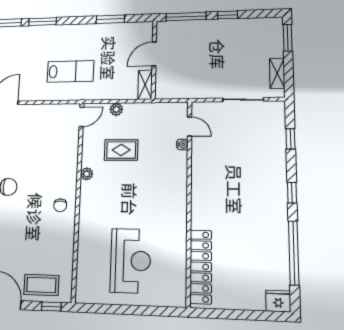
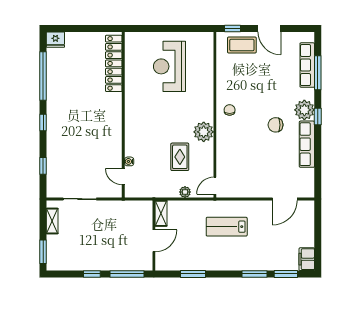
rug: (121, 150) -> (180, 157), turned 90
plant: (87, 174) -> (204, 132), width x1.88, depth x1.88

